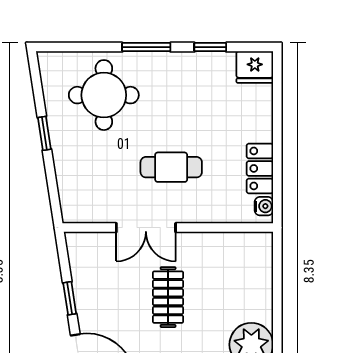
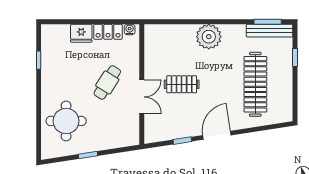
window: (146, 47) -> (39, 97), removed
fridge: (255, 67) -> (81, 33), moved, turned 90
cafe table: (171, 167) -> (107, 82), turned 32

